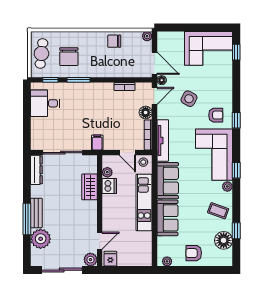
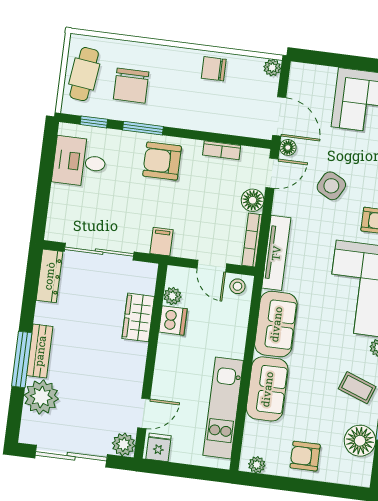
armchair: (92, 97) -> (162, 161), added
kitchen unit: (144, 203) -> (223, 408), moved

